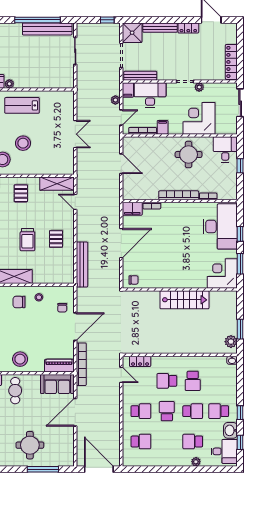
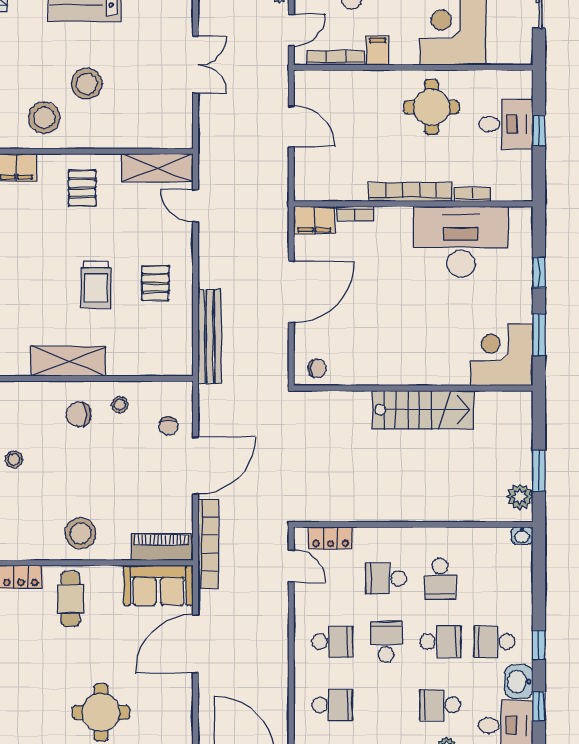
desk: (225, 149) -> (506, 124), moved, turned 90
desk: (220, 226) -> (461, 242), moved, turned -90

